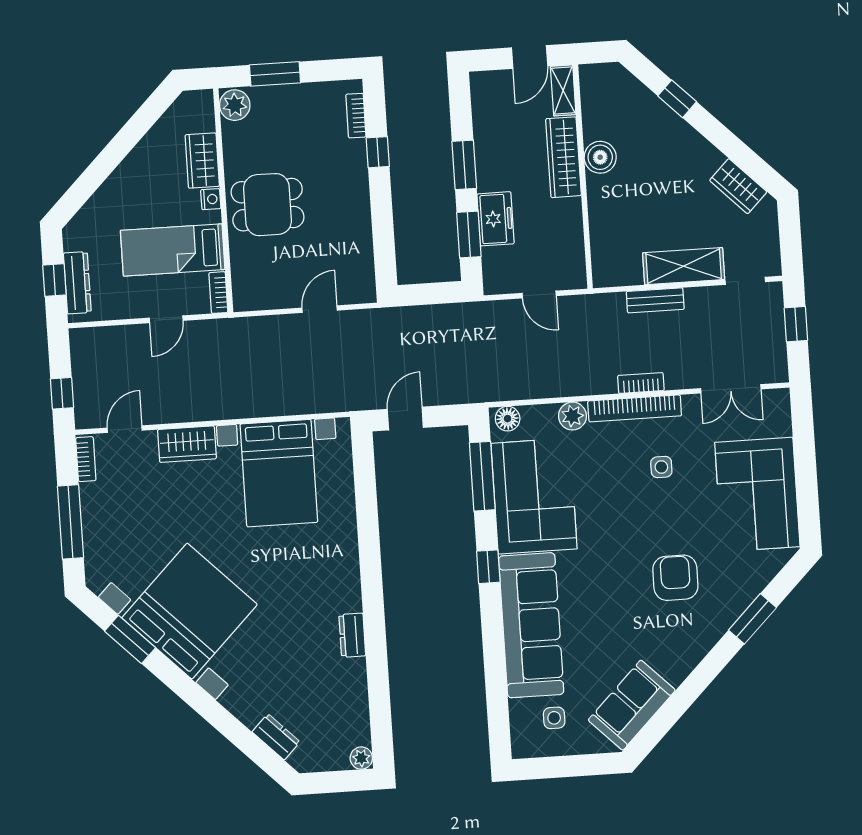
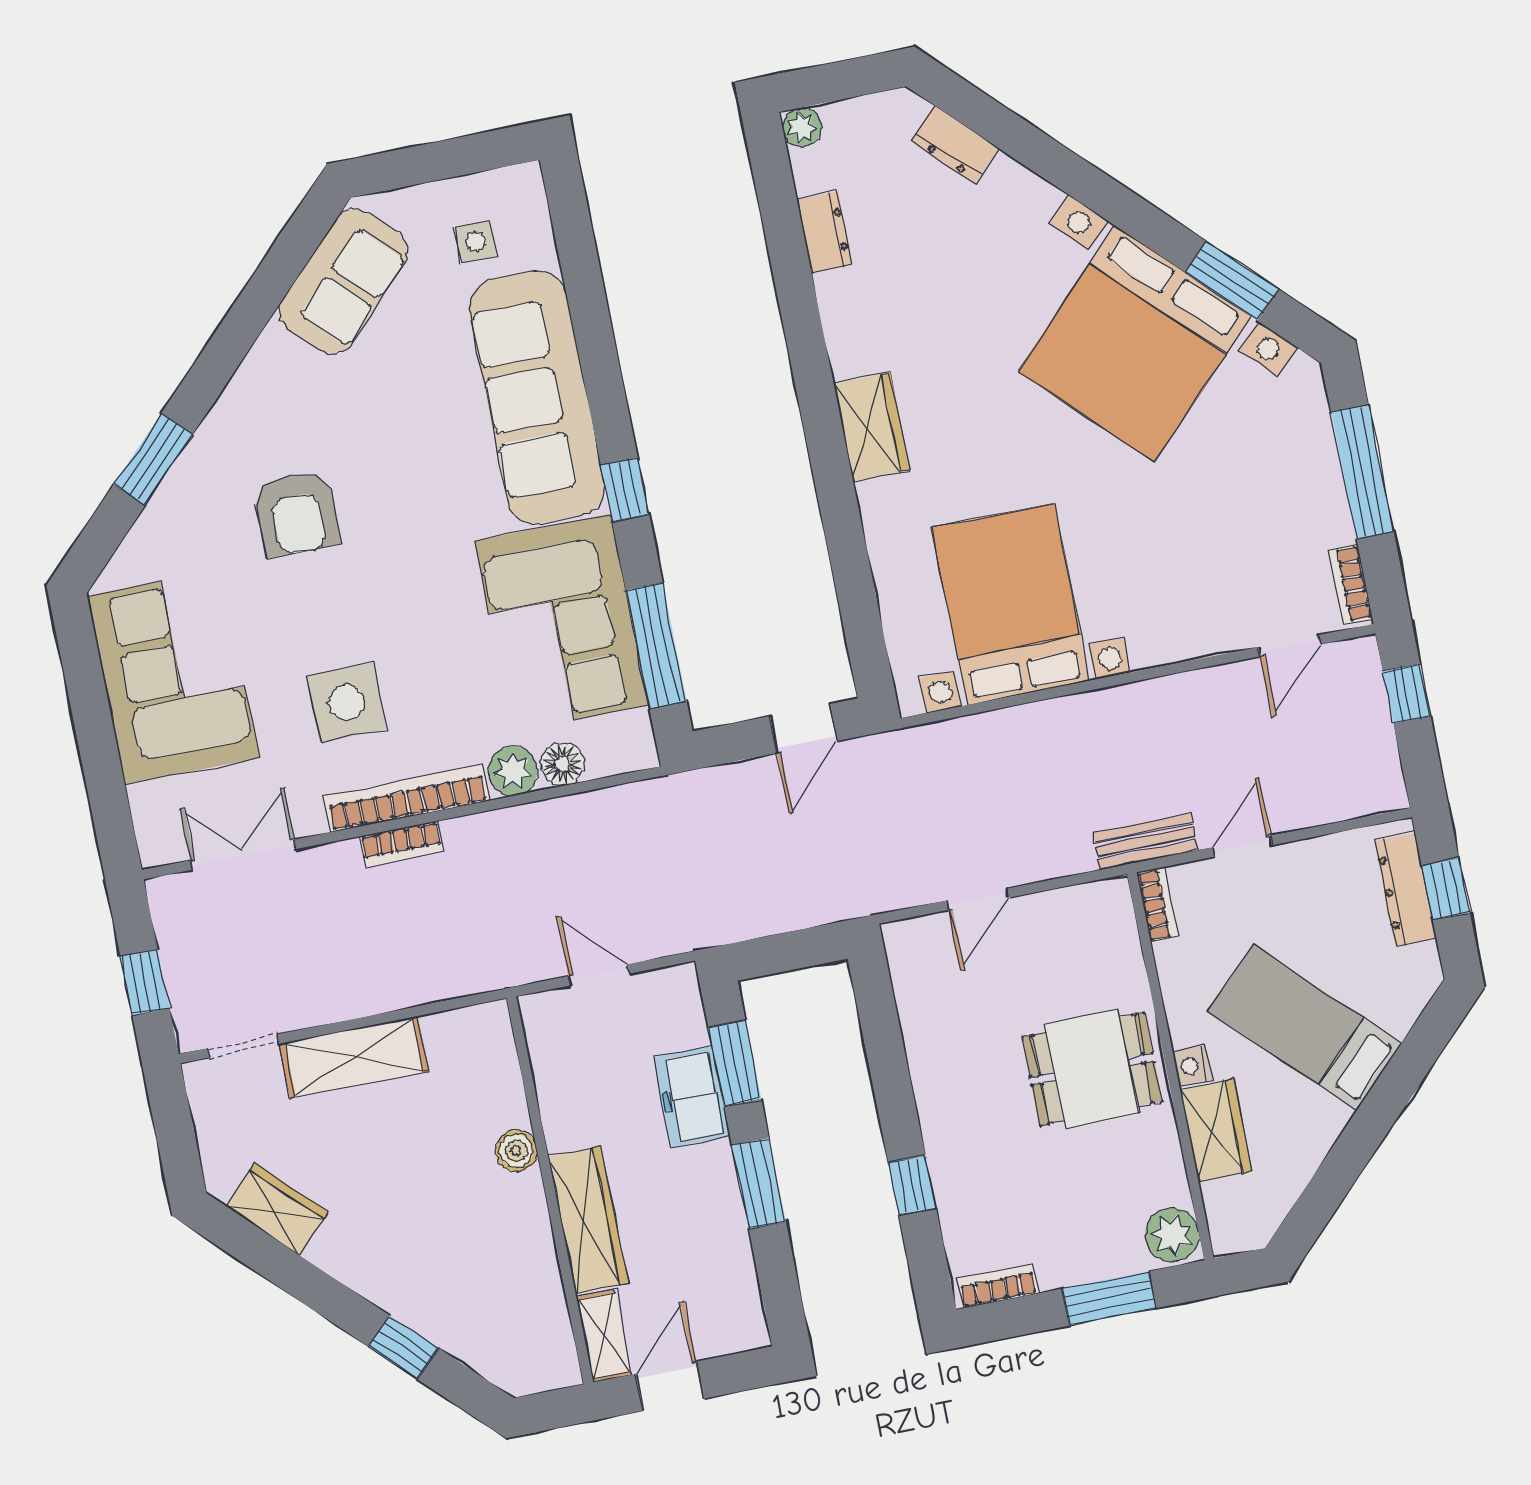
bookcase: (356, 116) -> (997, 1286), moved, turned -90
boiler: (600, 157) -> (516, 1151), moved, width x0.73, depth x0.73
bed: (173, 250) -> (1305, 1027), moved, turned -135
bench: (655, 300) -> (1146, 841), moved
floor lamp: (508, 419) -> (562, 764), moved
wardrobe: (187, 444) -> (871, 427), moved, turned 90
side table: (661, 467) -> (347, 703), width x1.87, depth x1.87
dresser: (352, 635) -> (825, 232), moved

